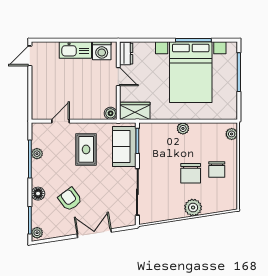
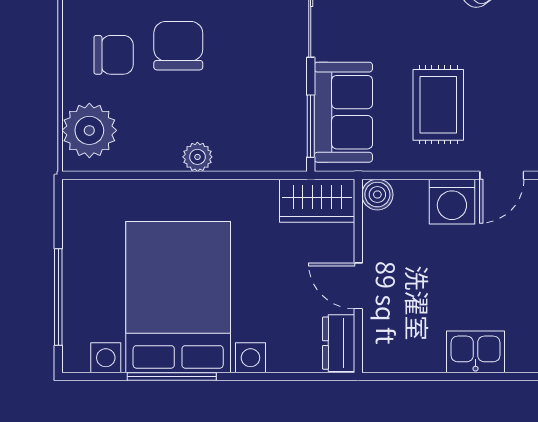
kitchen sink: (75, 50) -> (475, 352), width x0.73
washing machine: (102, 51) -> (452, 202), moved, turned 180
plant: (232, 134) -> (89, 130), width x1.88, depth x1.88
chair: (217, 170) -> (114, 55), turned 90

